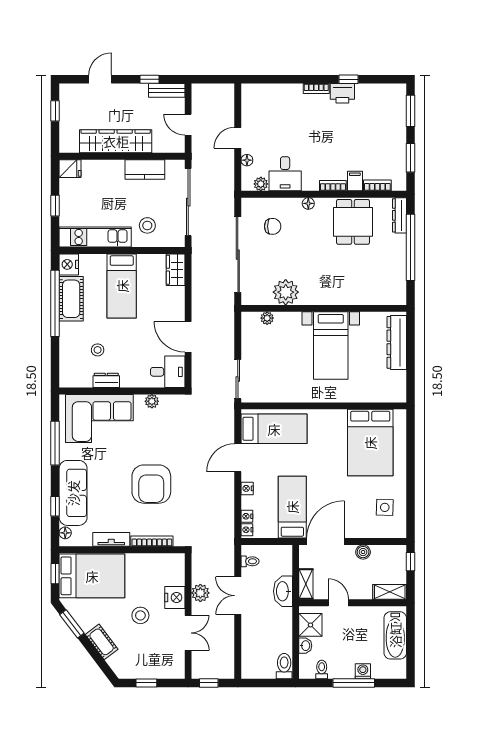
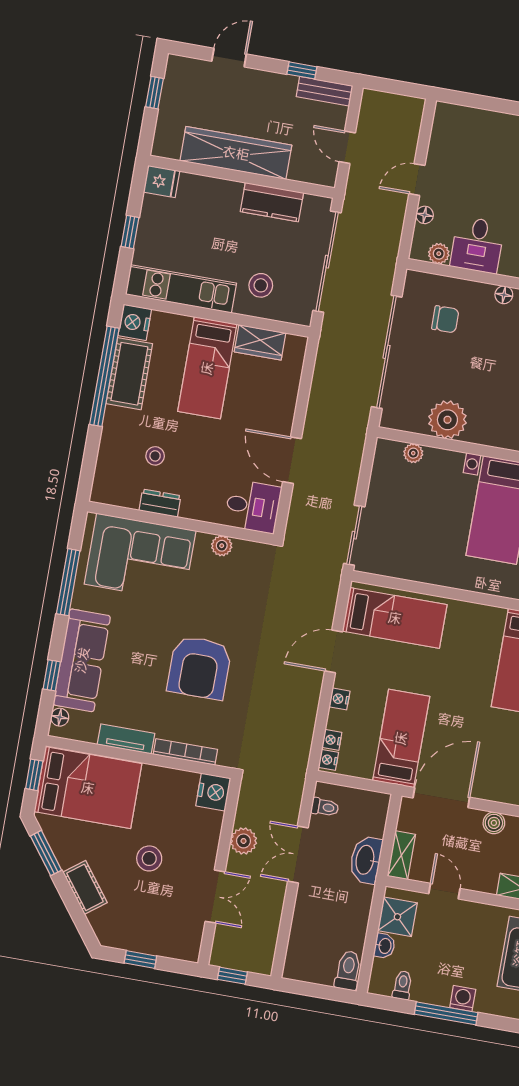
wardrobe: (176, 270) -> (260, 342), moved, turned -90
nightstand: (175, 597) -> (213, 792), moved

